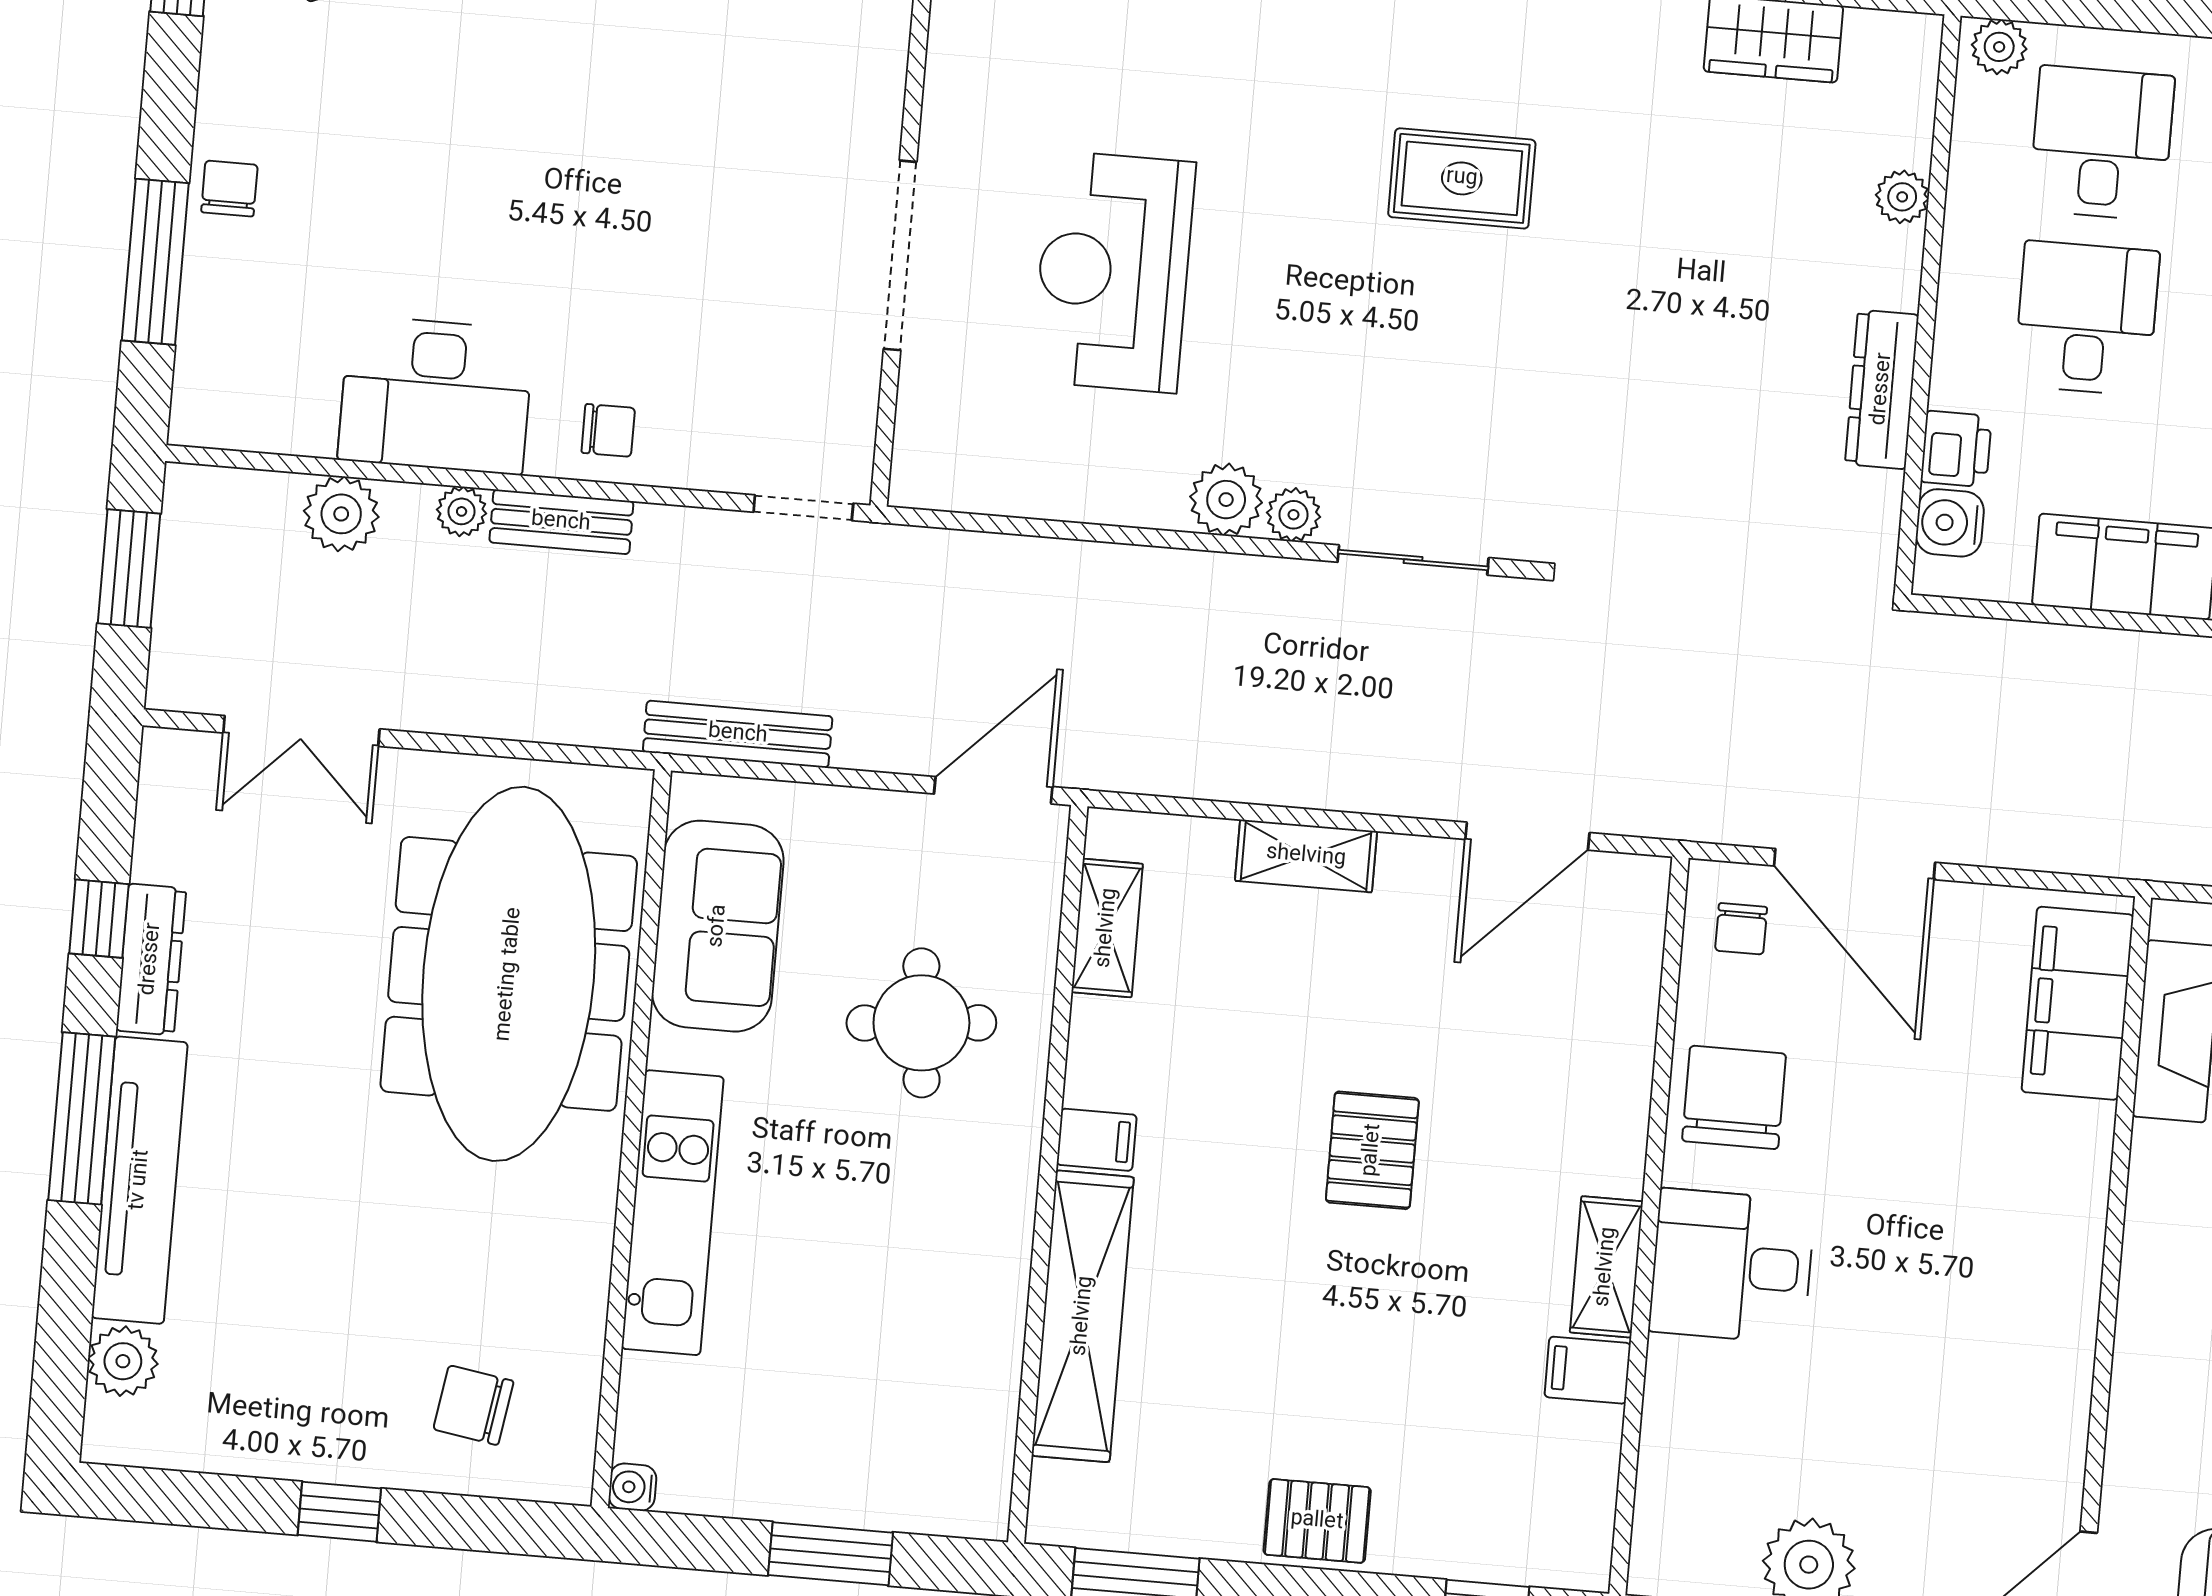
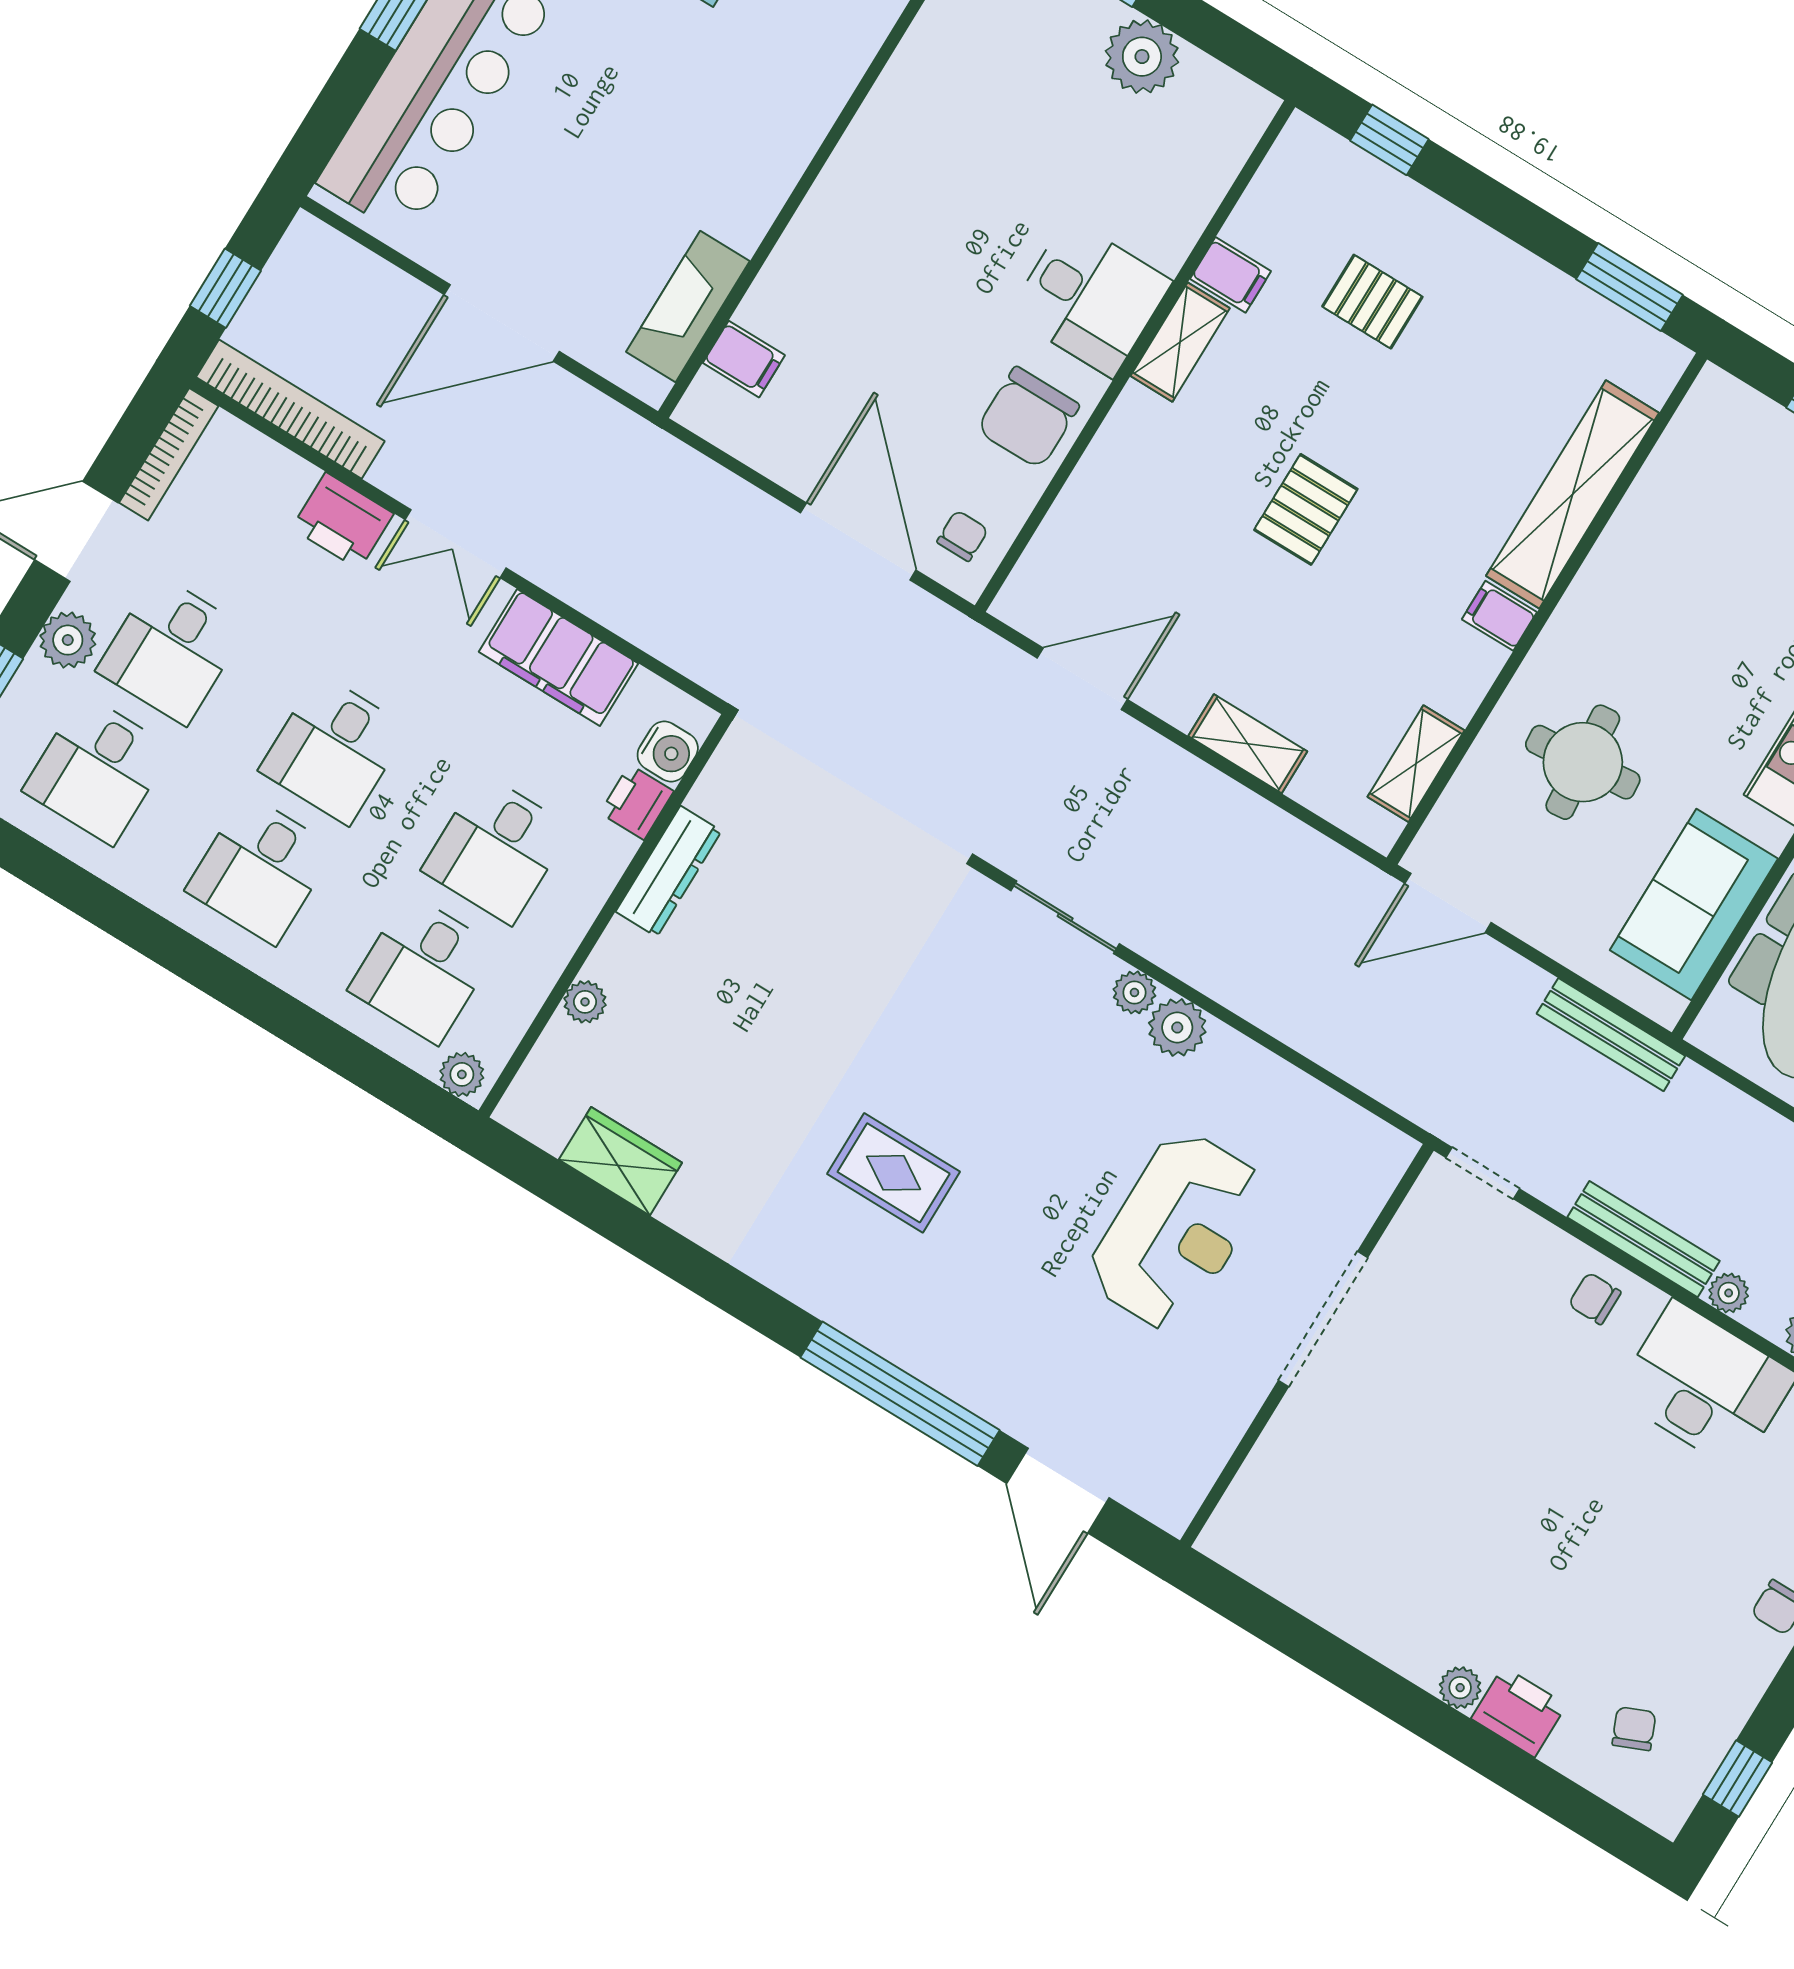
bench: (561, 522) -> (1643, 1239), width x1.36
filing cabinet: (2078, 1003) -> (744, 359), width x0.33, depth x0.86
pallet: (1317, 1521) -> (1372, 302), moved

